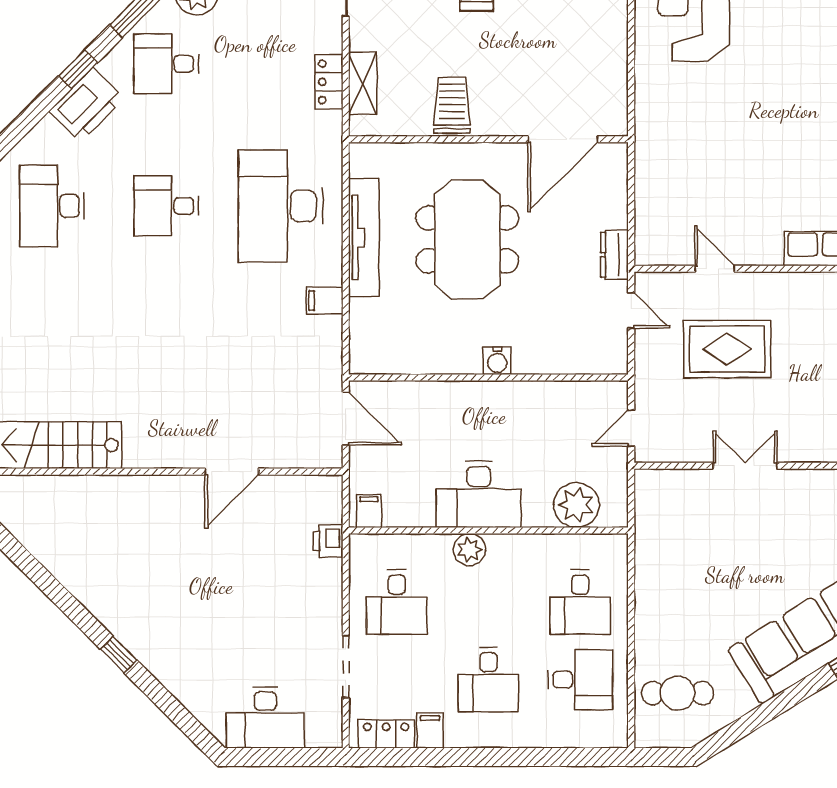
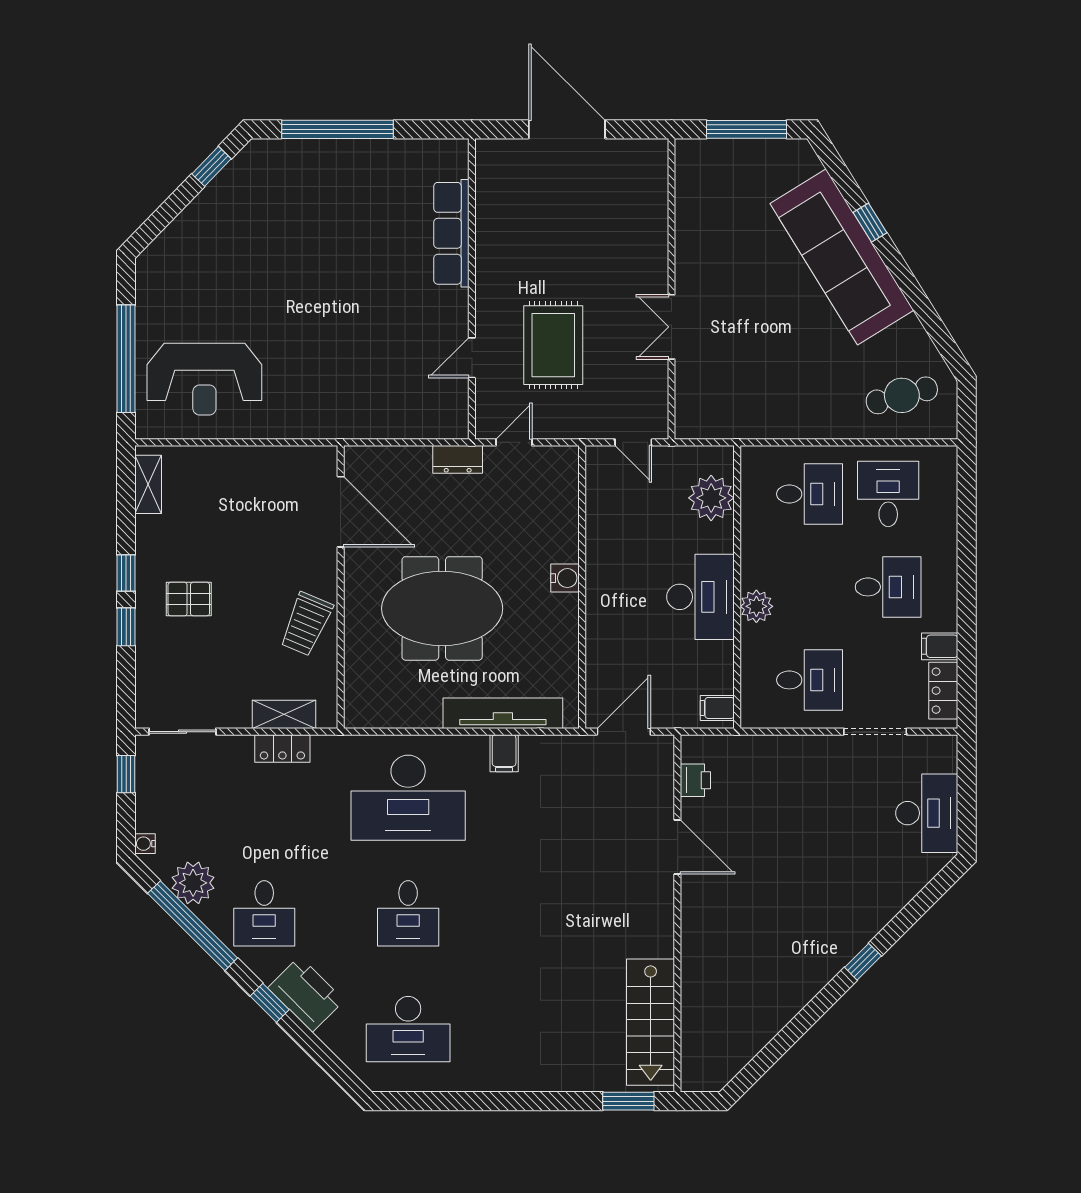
trolley: (452, 105) -> (306, 624), turned -67
tv unit: (364, 238) -> (503, 713), moved
printer: (328, 541) -> (695, 780), moved, turned -90
cafe table: (678, 693) -> (902, 395), turned 75

